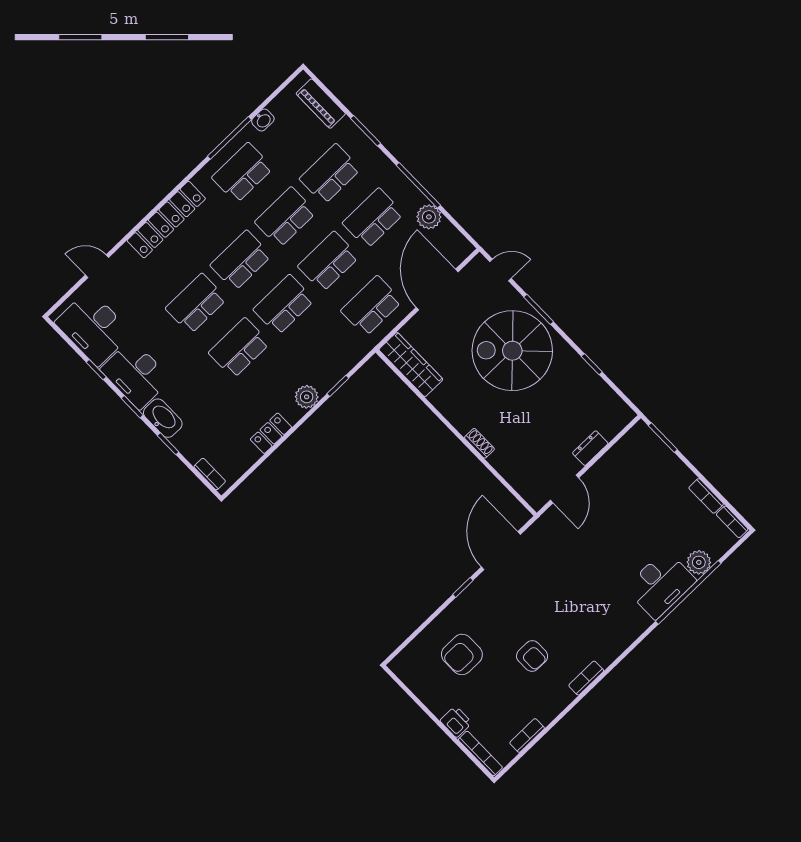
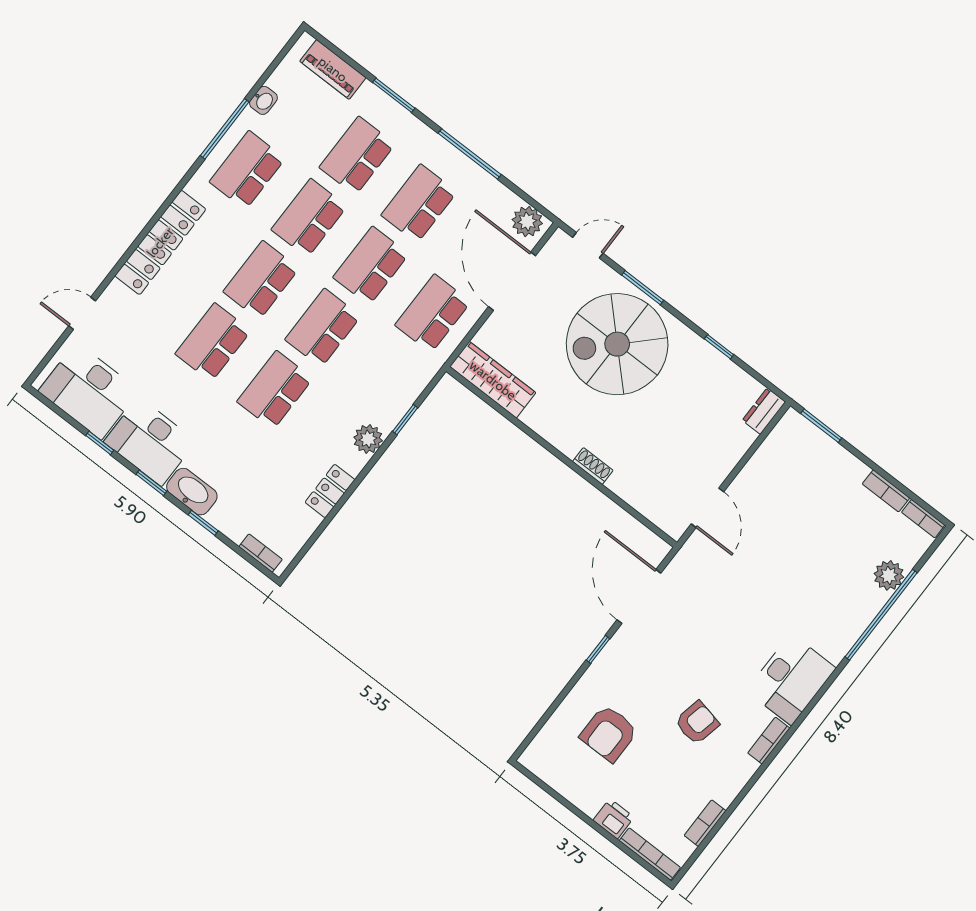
plant: (429, 217) -> (527, 221), moved
dresser: (590, 448) -> (764, 411), moved
desk: (660, 584) -> (791, 679), moved
armchair: (532, 656) -> (697, 723), turned -78

